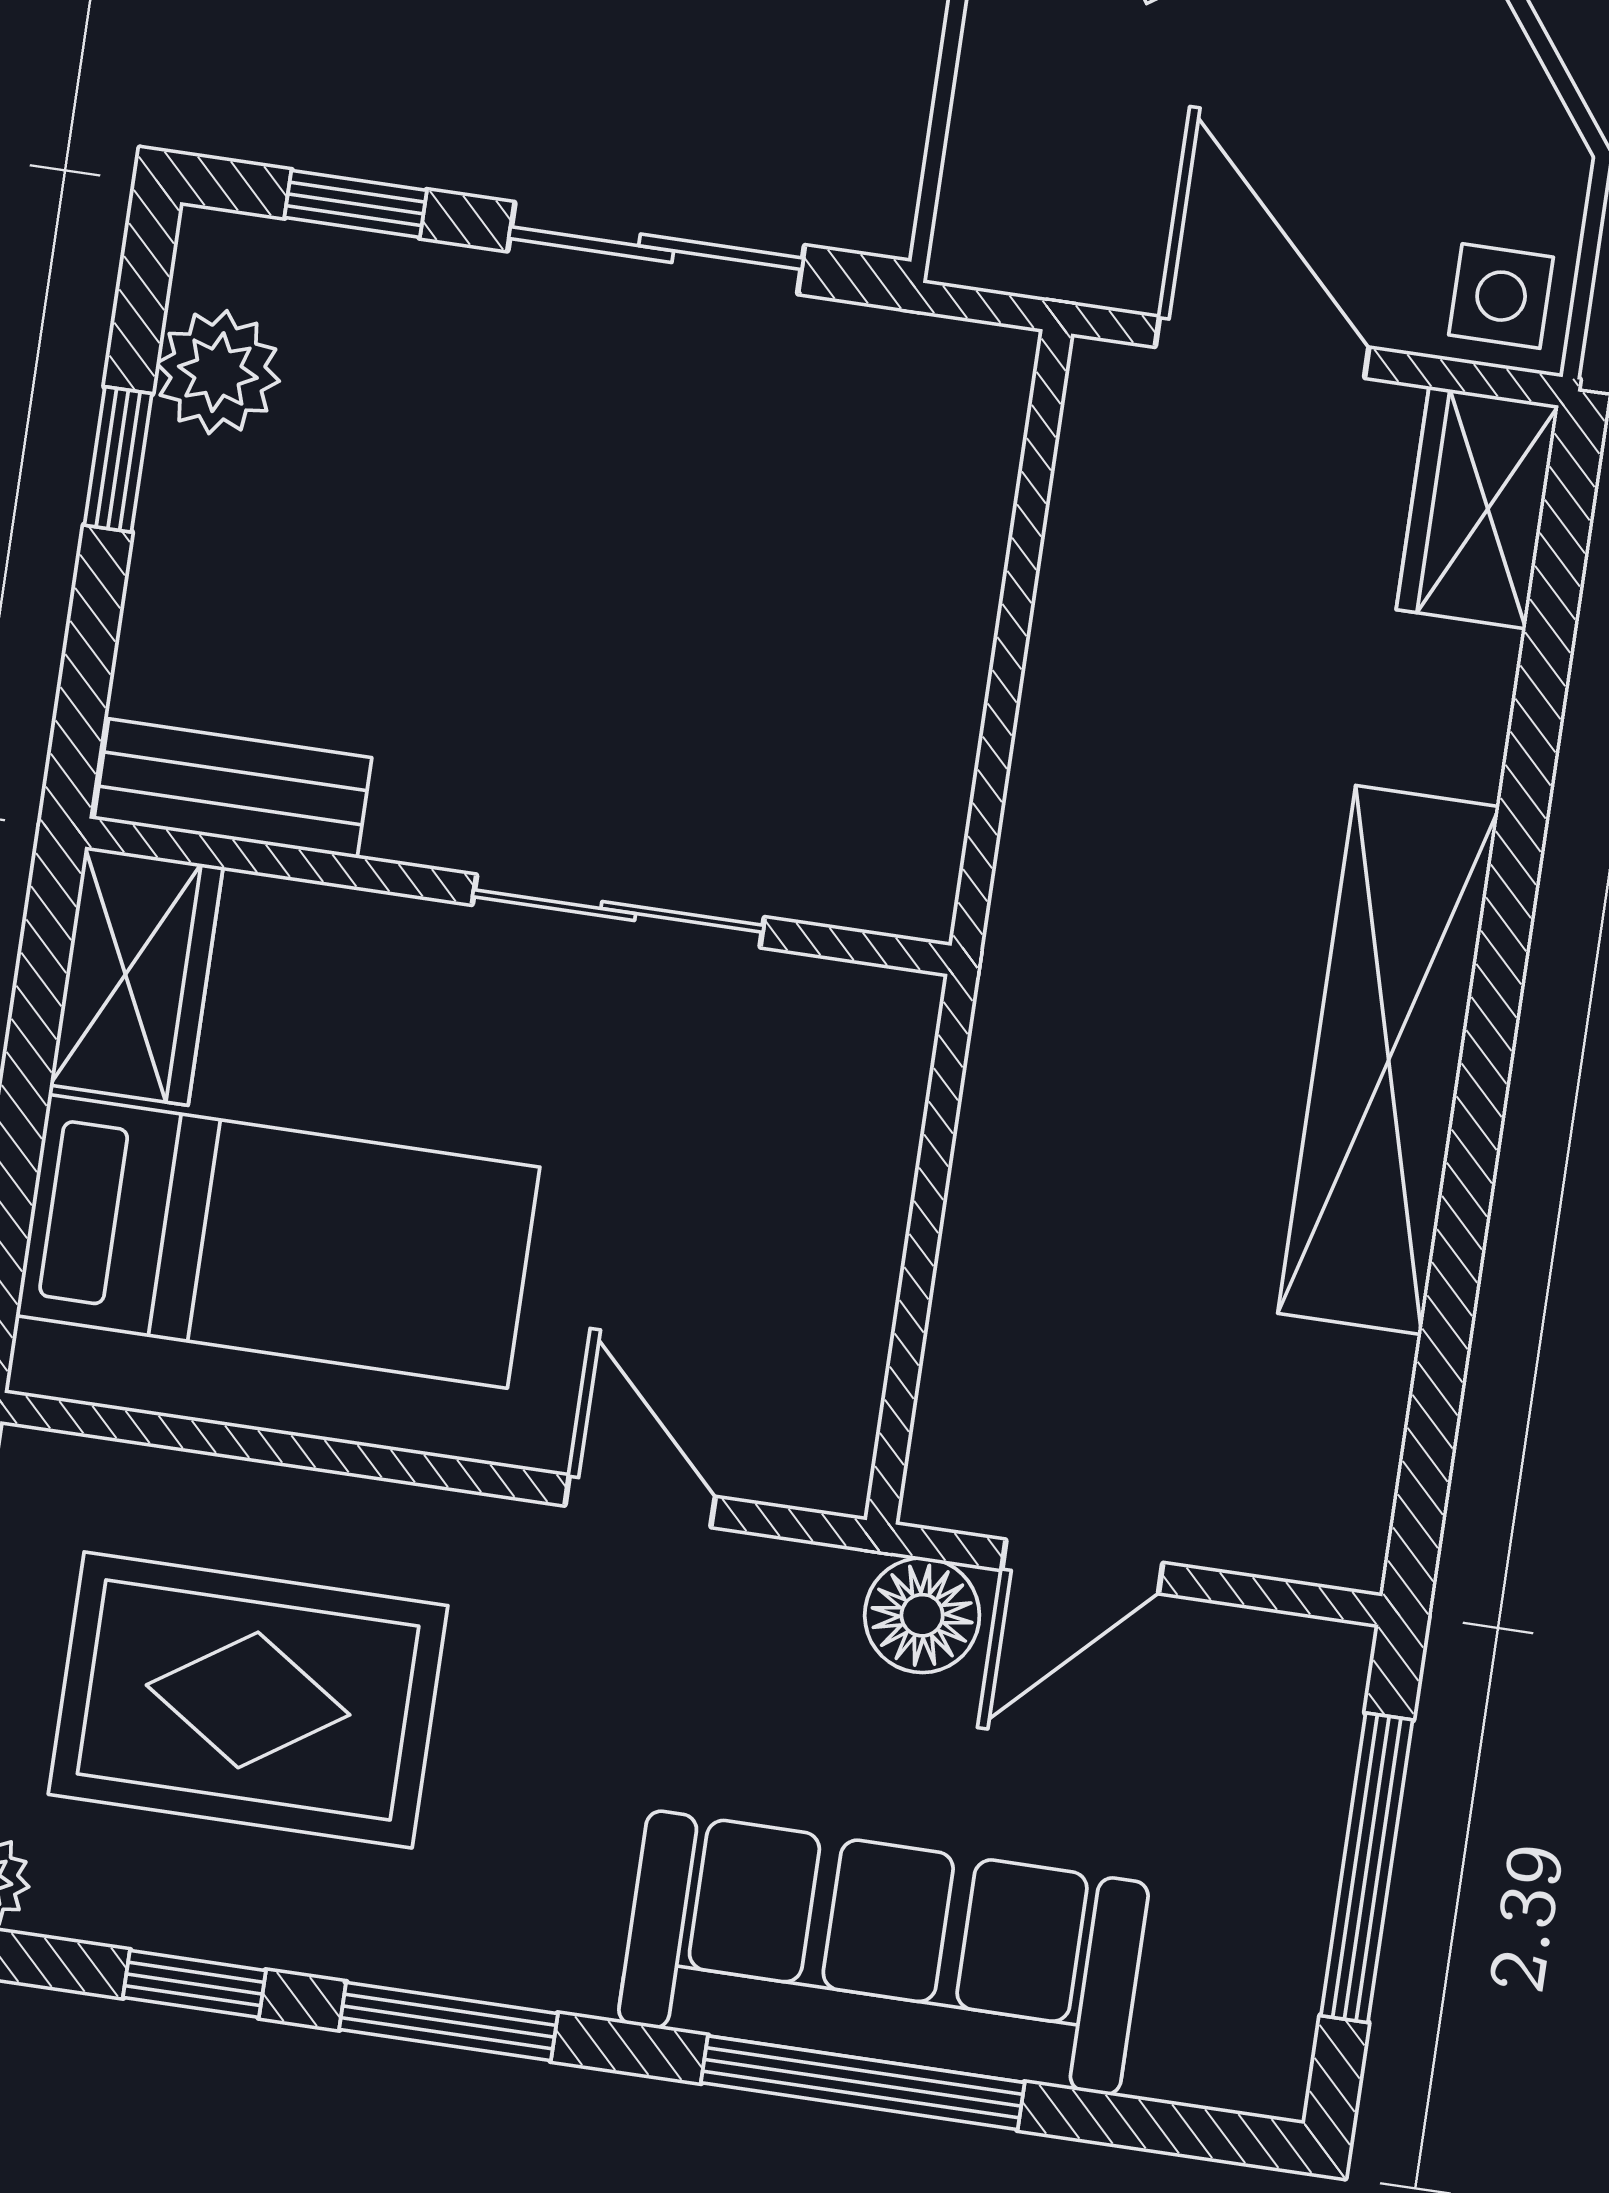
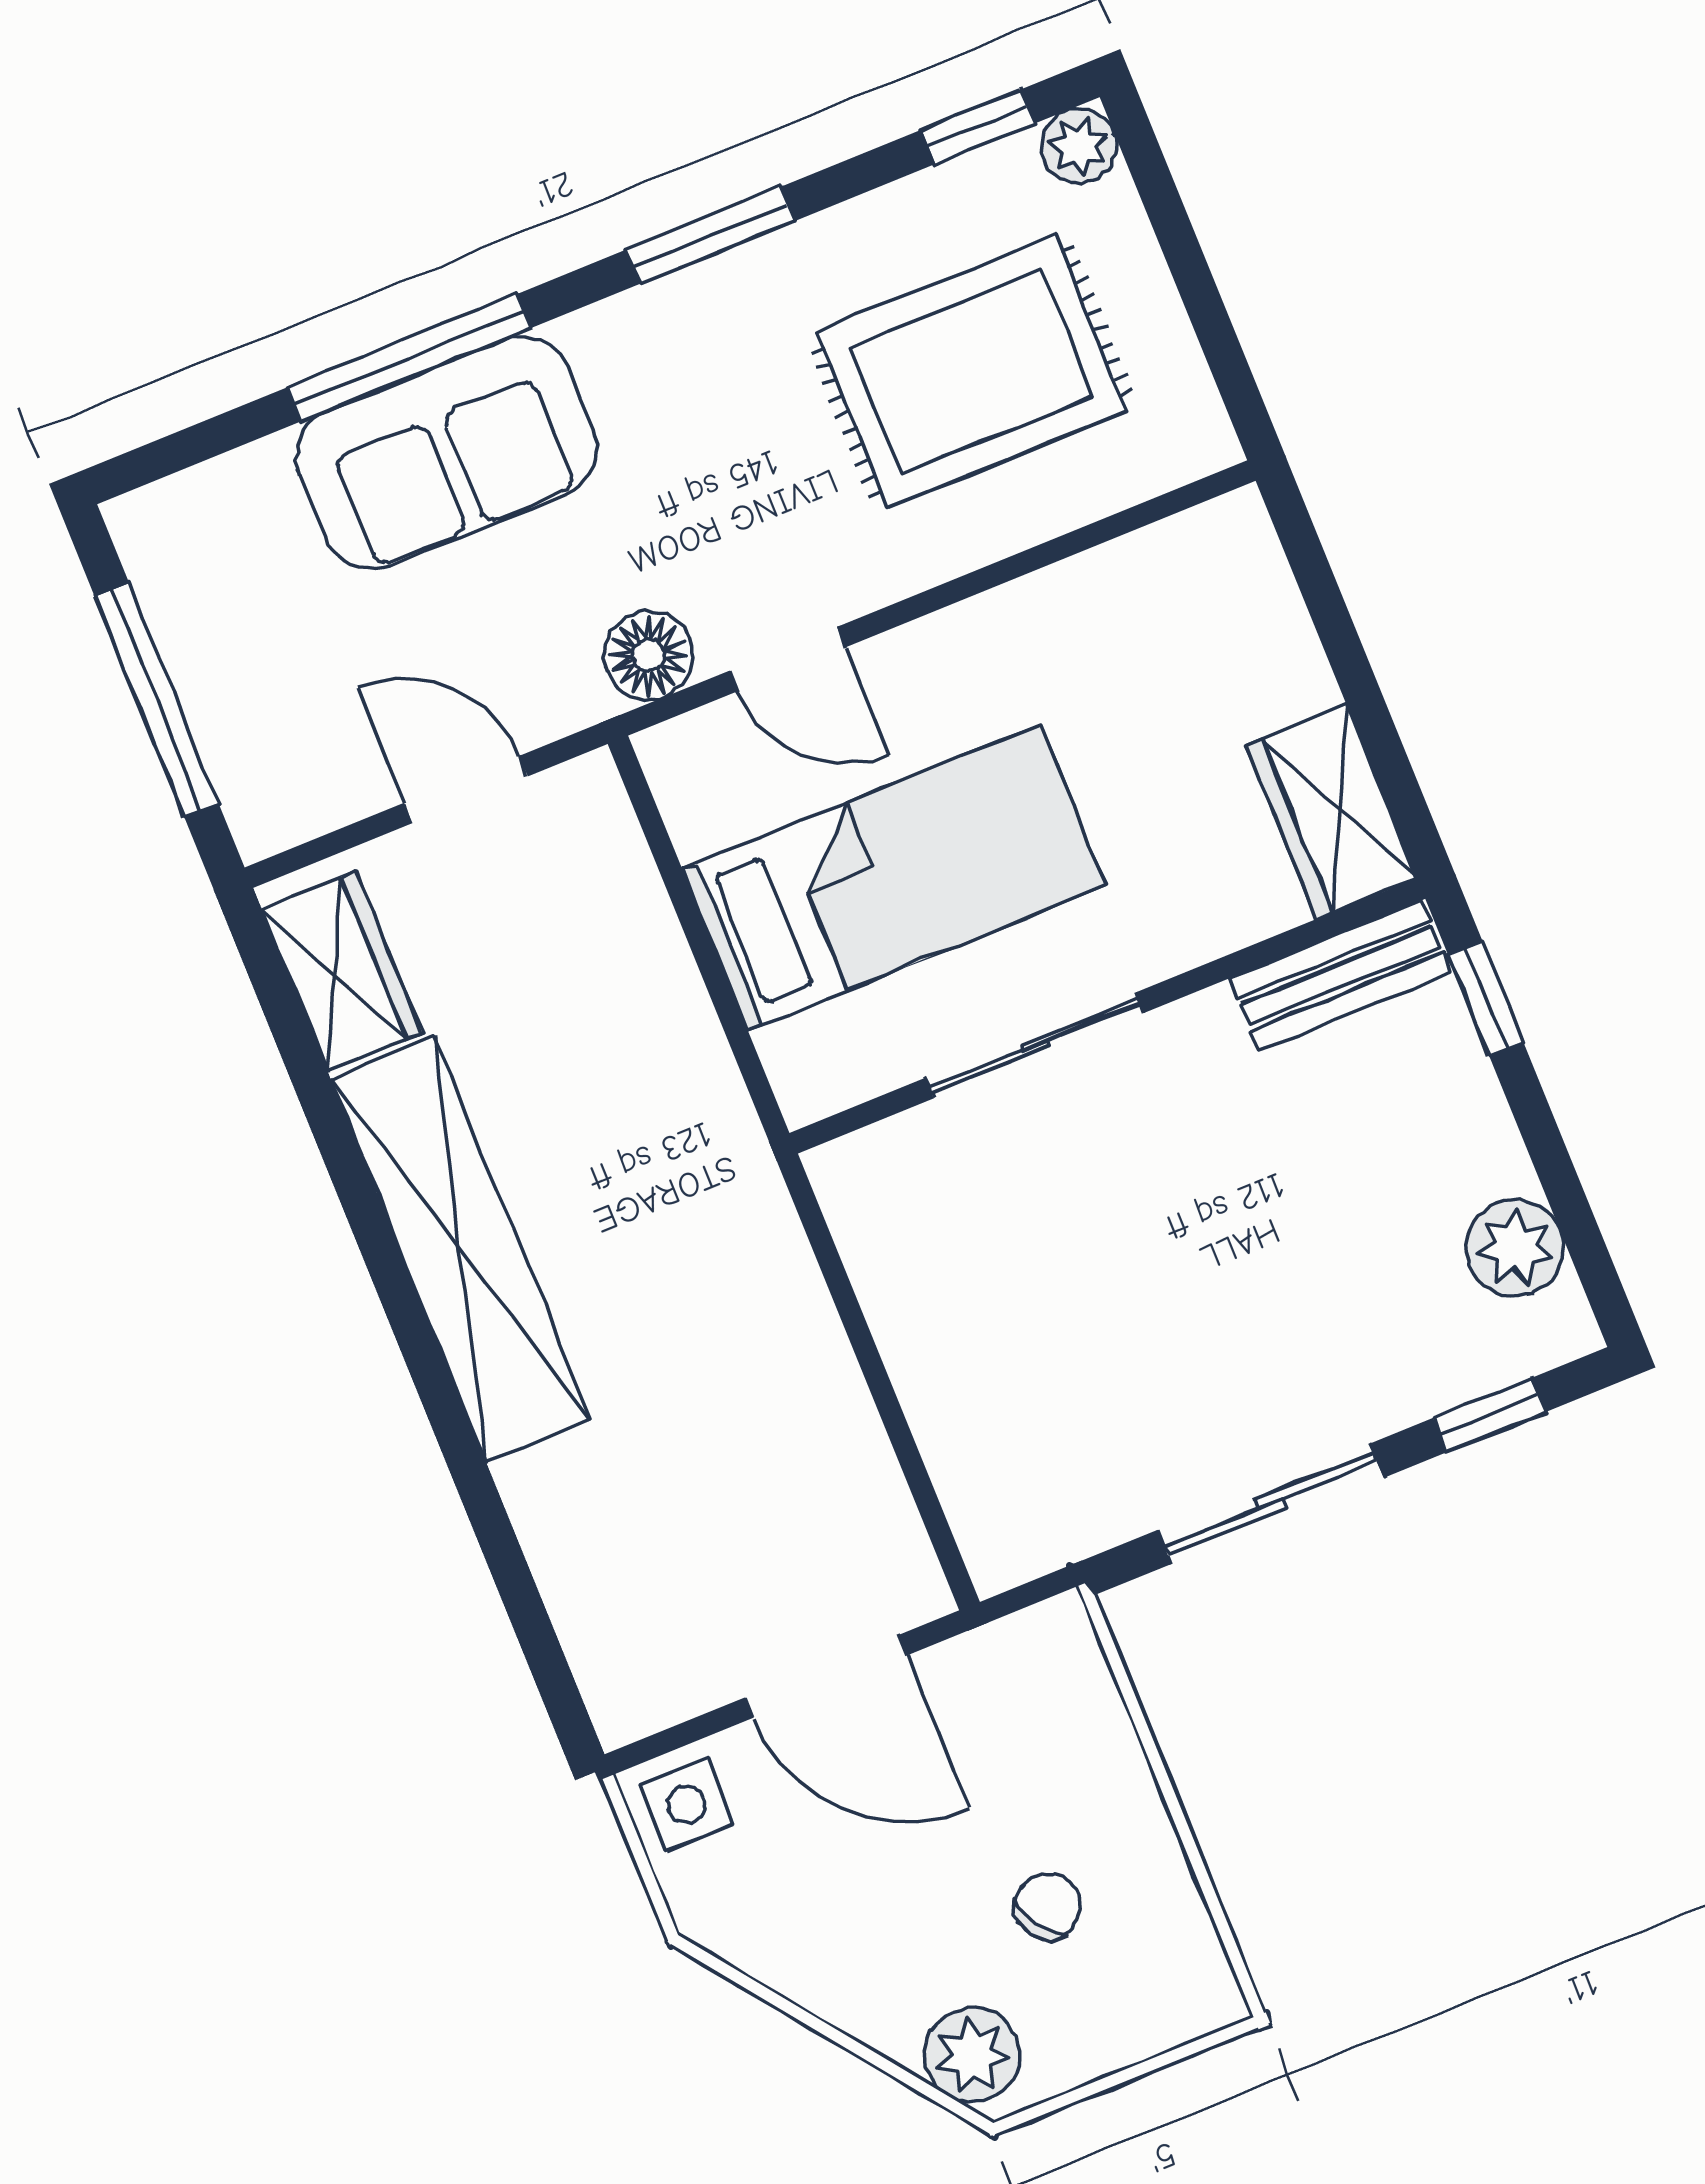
window: (118, 459) -> (1486, 999), moved
wardrobe: (1477, 508) -> (342, 971), moved
bed: (278, 1241) -> (894, 877), moved, turned 180
door: (1082, 1566) -> (466, 790), hinge flipped
floor lamp: (922, 1615) -> (649, 655), moved
sofa: (883, 1953) -> (447, 453), width x0.73
window: (194, 1984) -> (978, 127), moved

